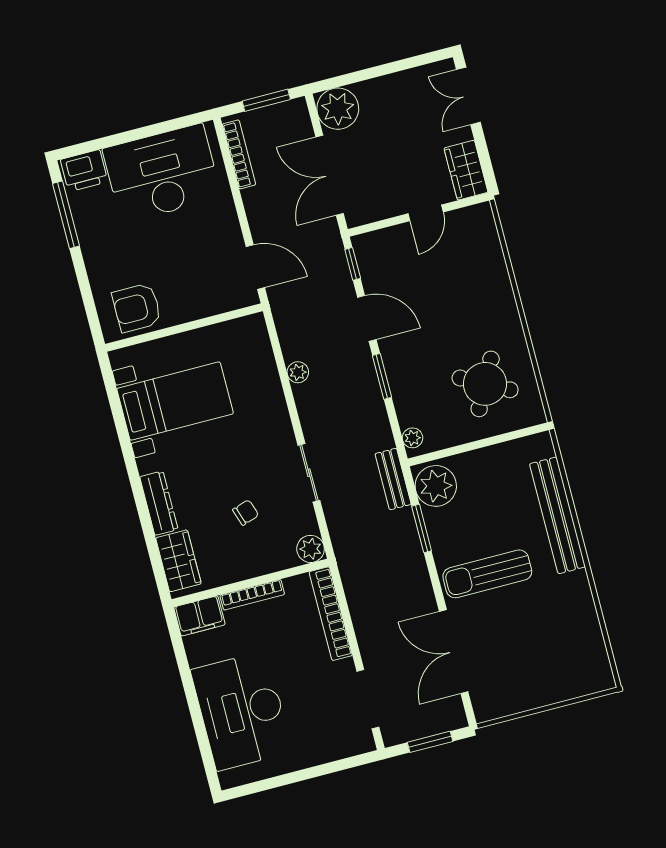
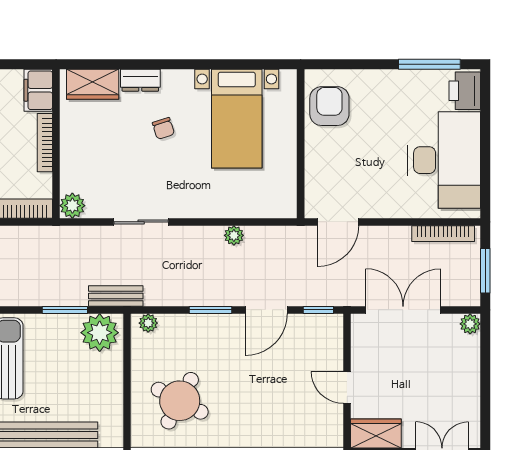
plant: (338, 109) -> (470, 324), width x0.53, depth x0.53
dresser: (159, 503) -> (140, 80), width x0.70
chair: (246, 512) -> (163, 128), moved

